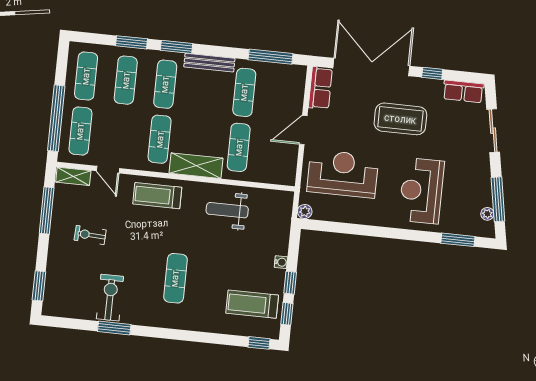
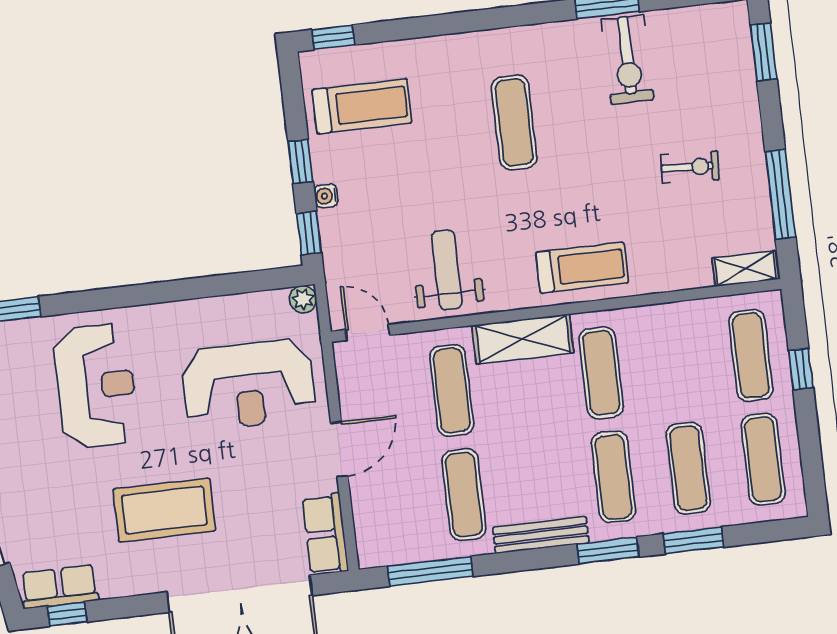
window: (432, 73) -> (67, 614), moved
window: (56, 118) -> (801, 369), width x0.32
door: (108, 170) -> (368, 332), moved
weight bench: (227, 210) -> (447, 270), turned -90
window: (287, 314) -> (309, 233), moved

